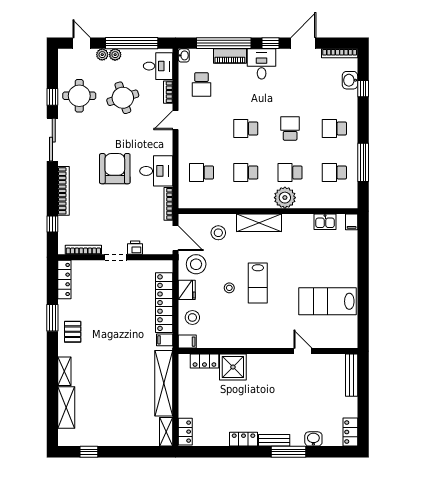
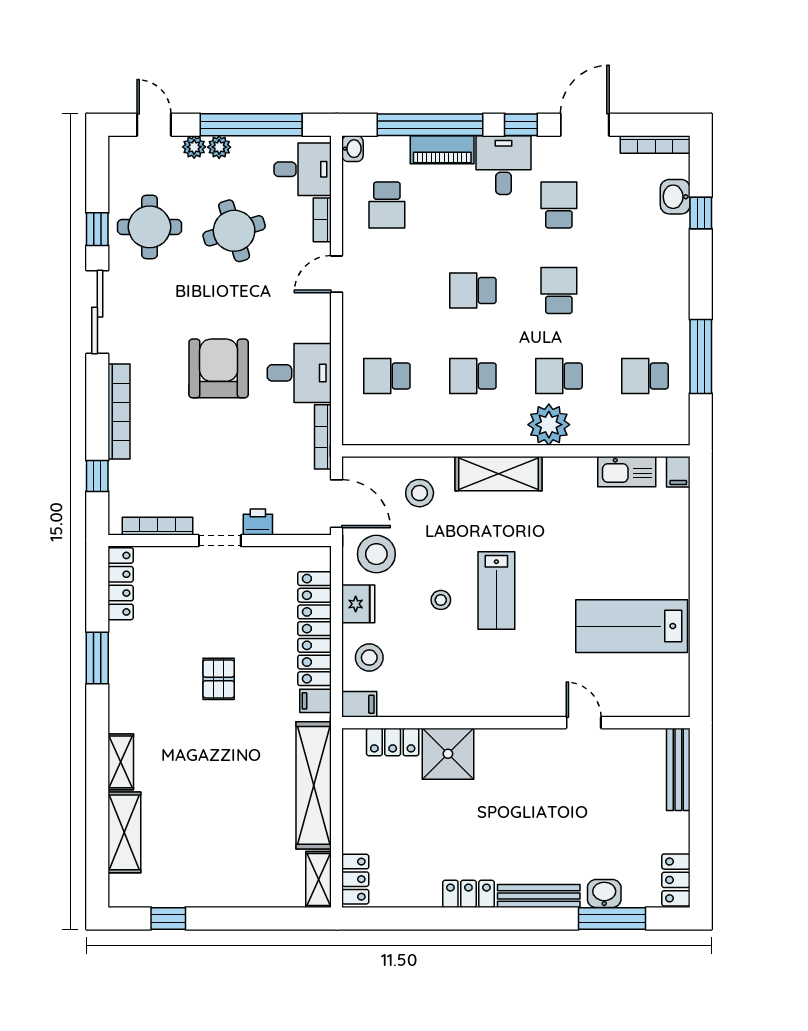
school desk: (334, 128) -> (559, 205), moved, turned 90
kitchen sink: (325, 222) -> (627, 472), width x1.38
pallet: (73, 332) -> (219, 679), moved
bench: (274, 440) -> (539, 896), width x1.36
window: (289, 452) -> (612, 918), moved

